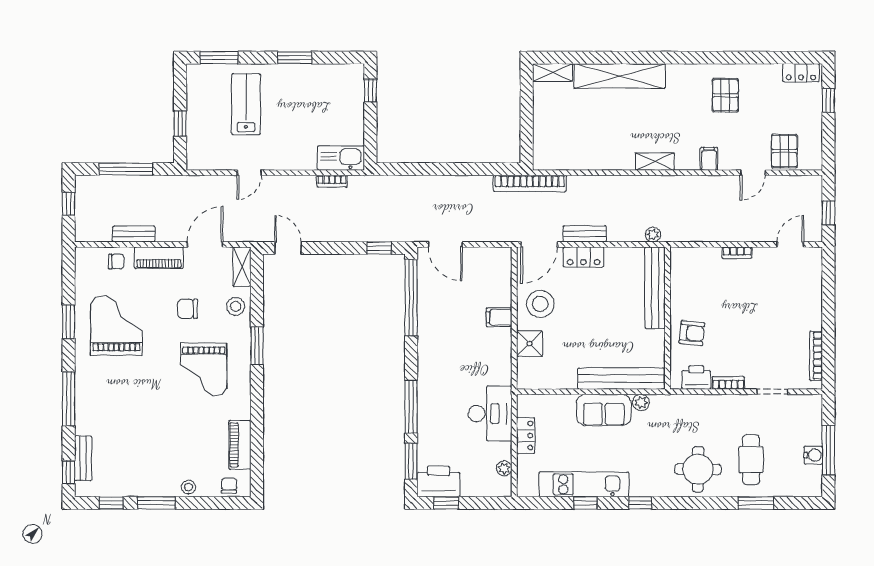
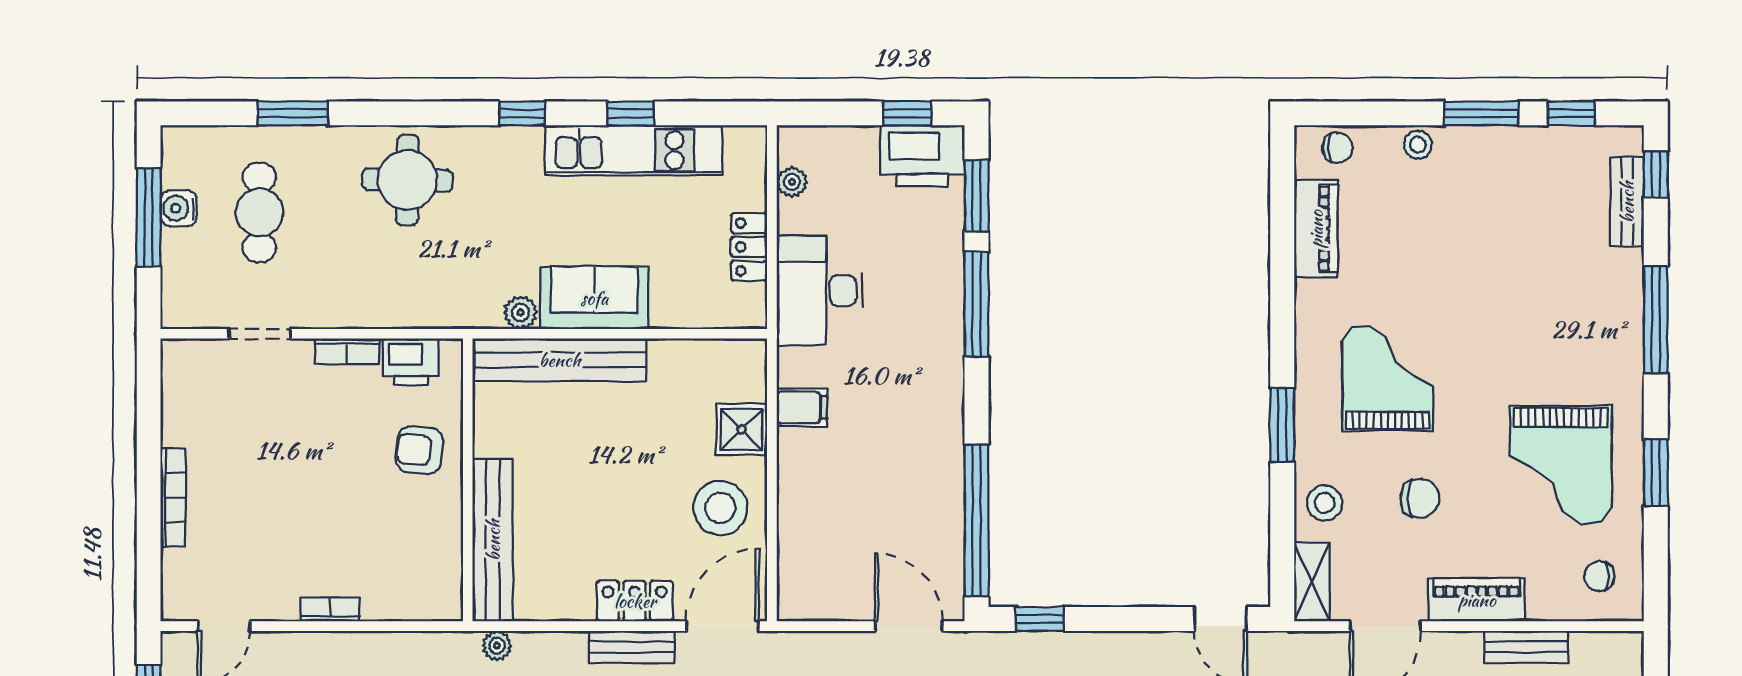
chair: (116, 261) -> (1599, 576), moved
filing cabinet: (499, 317) -> (802, 408), moved
bookcase: (816, 356) -> (173, 498), moved
cafe table: (751, 460) -> (259, 212), moved
chair: (229, 486) -> (1337, 148), turned -90

